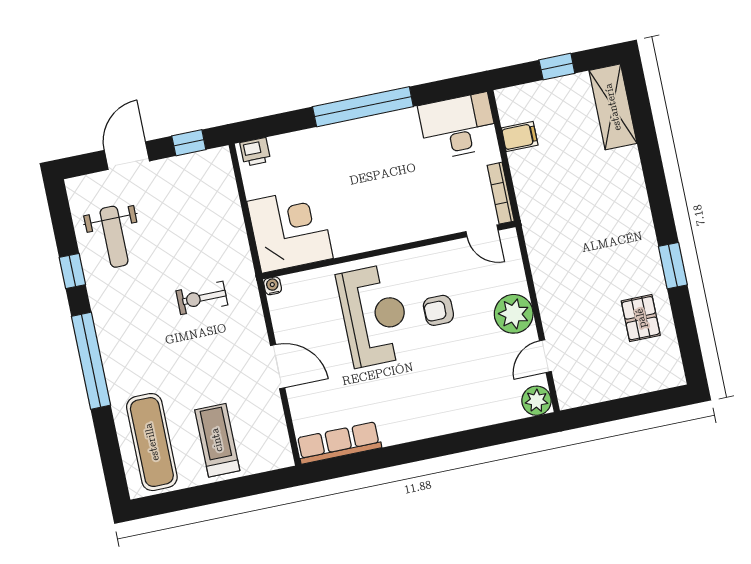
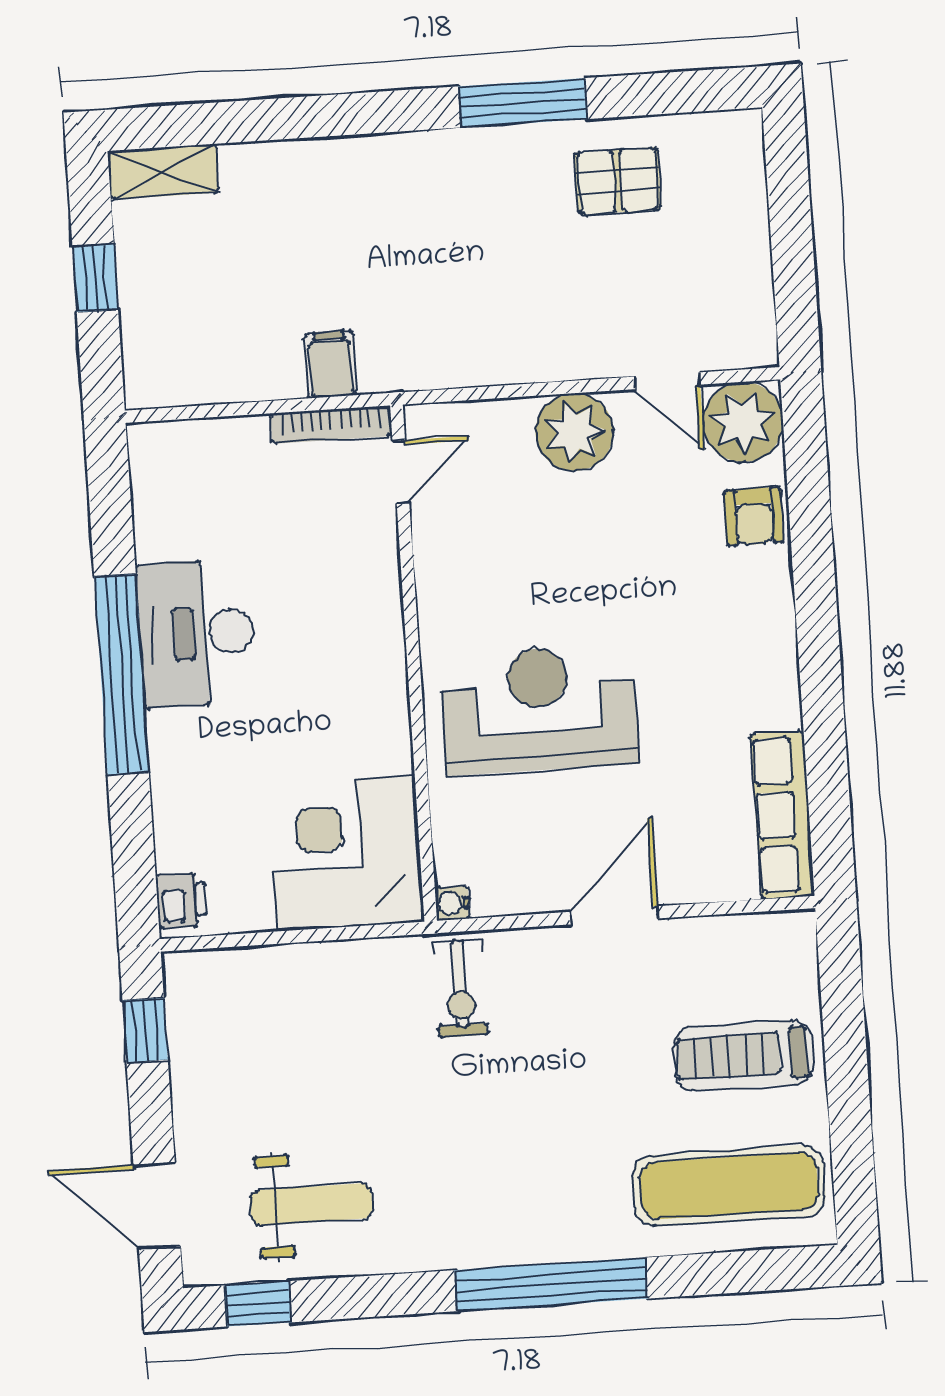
shelving: (613, 107) -> (163, 172), width x0.67, depth x0.75
desk: (458, 126) -> (196, 633), moved
filing cabinet: (520, 137) -> (331, 364), moved
door: (127, 156) -> (157, 1206), moved
window: (673, 266) -> (523, 103), width x1.44
window: (72, 271) -> (258, 1304), moved
exercise bike: (202, 298) -> (460, 988), moved
armchair: (438, 310) -> (754, 516), moved
plant: (537, 401) -> (743, 422), width x1.36, depth x1.36

